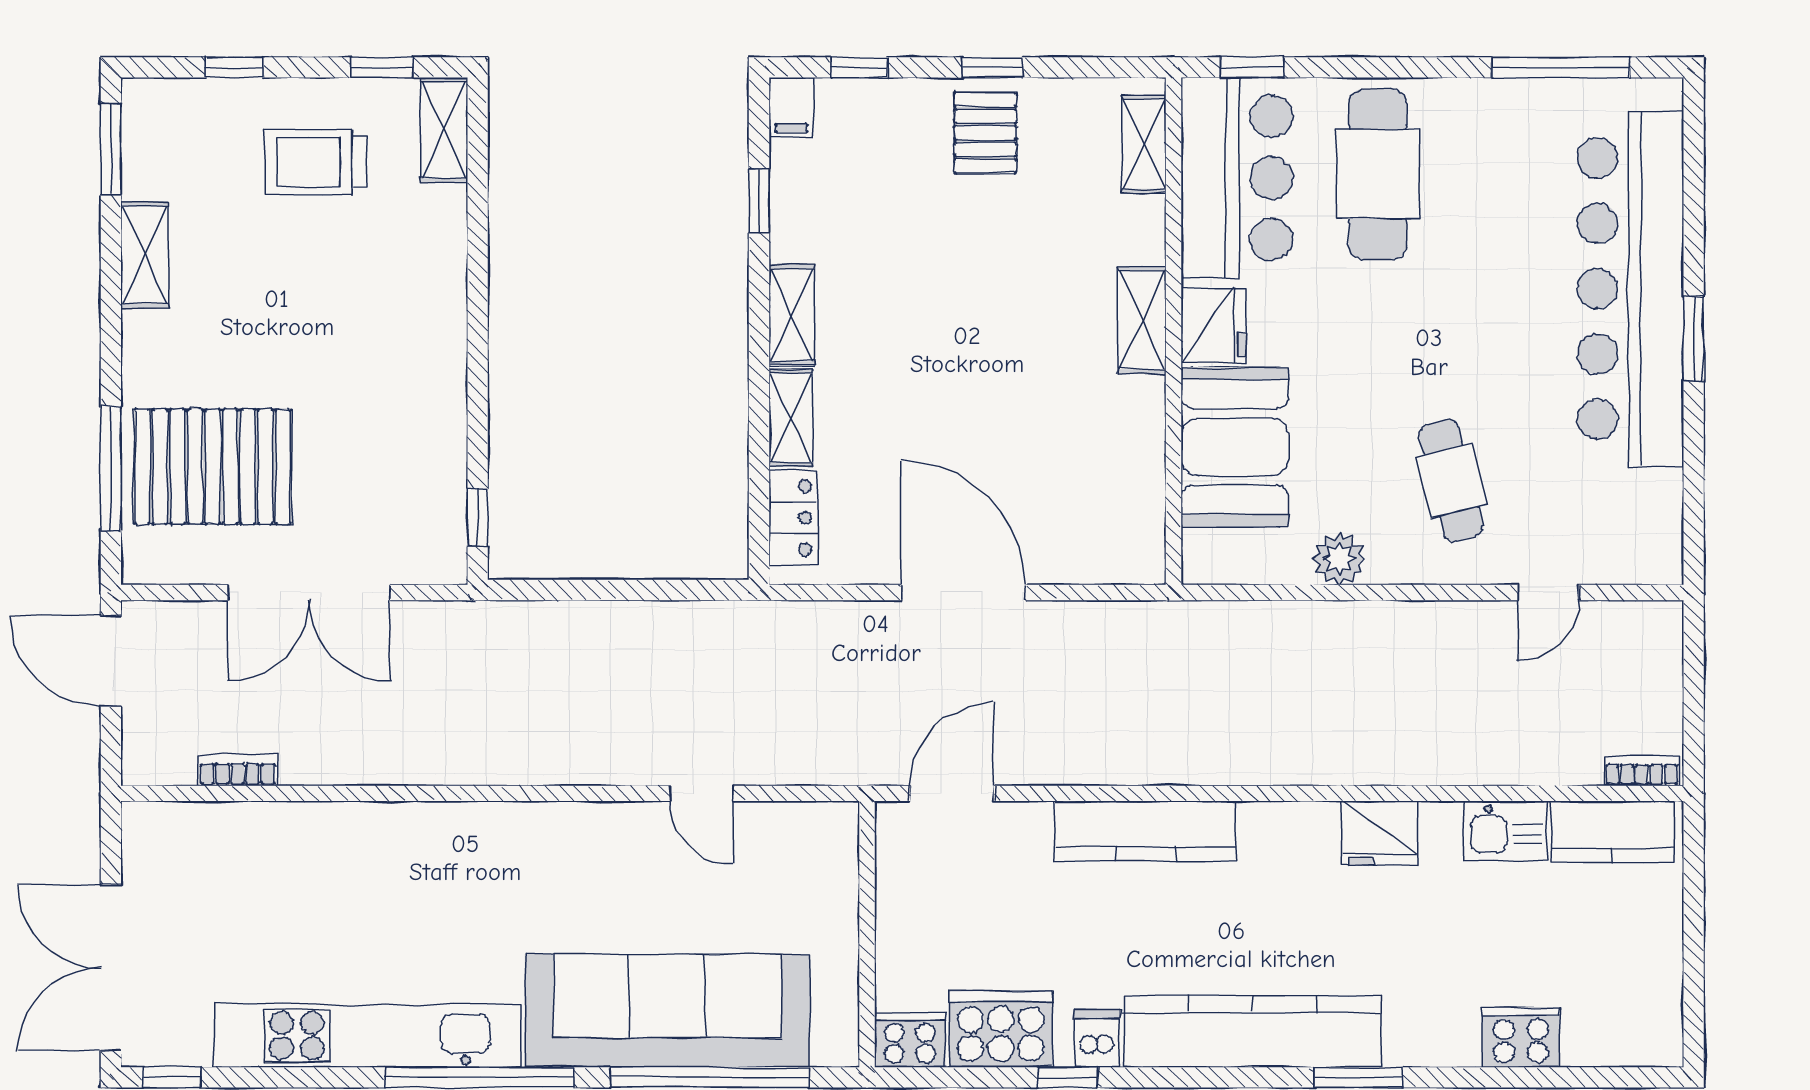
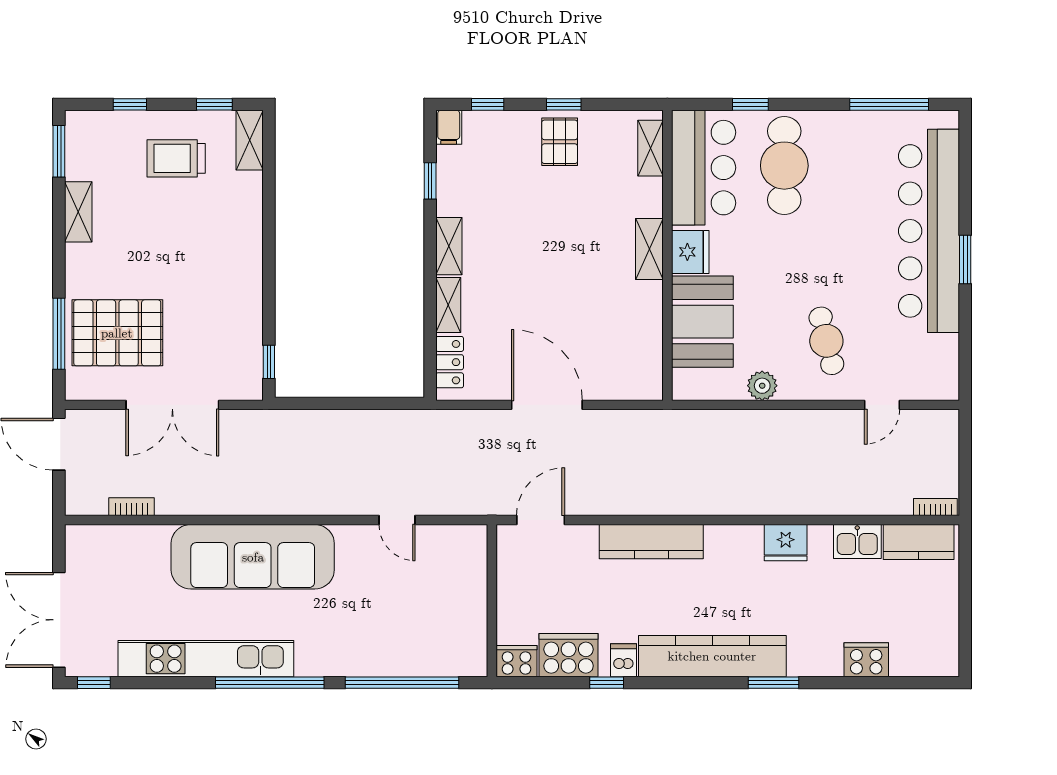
window: (1252, 67) -> (750, 104), moved
sofa: (667, 1011) -> (253, 557), moved, turned 180

